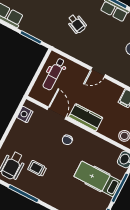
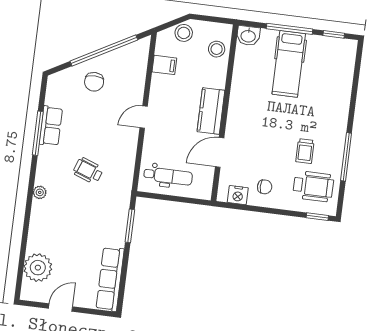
wheelchair: (77, 24) -> (88, 171), turned -94
door: (98, 72) -> (144, 117), swing flipped
chair: (67, 140) -> (265, 187), moved

